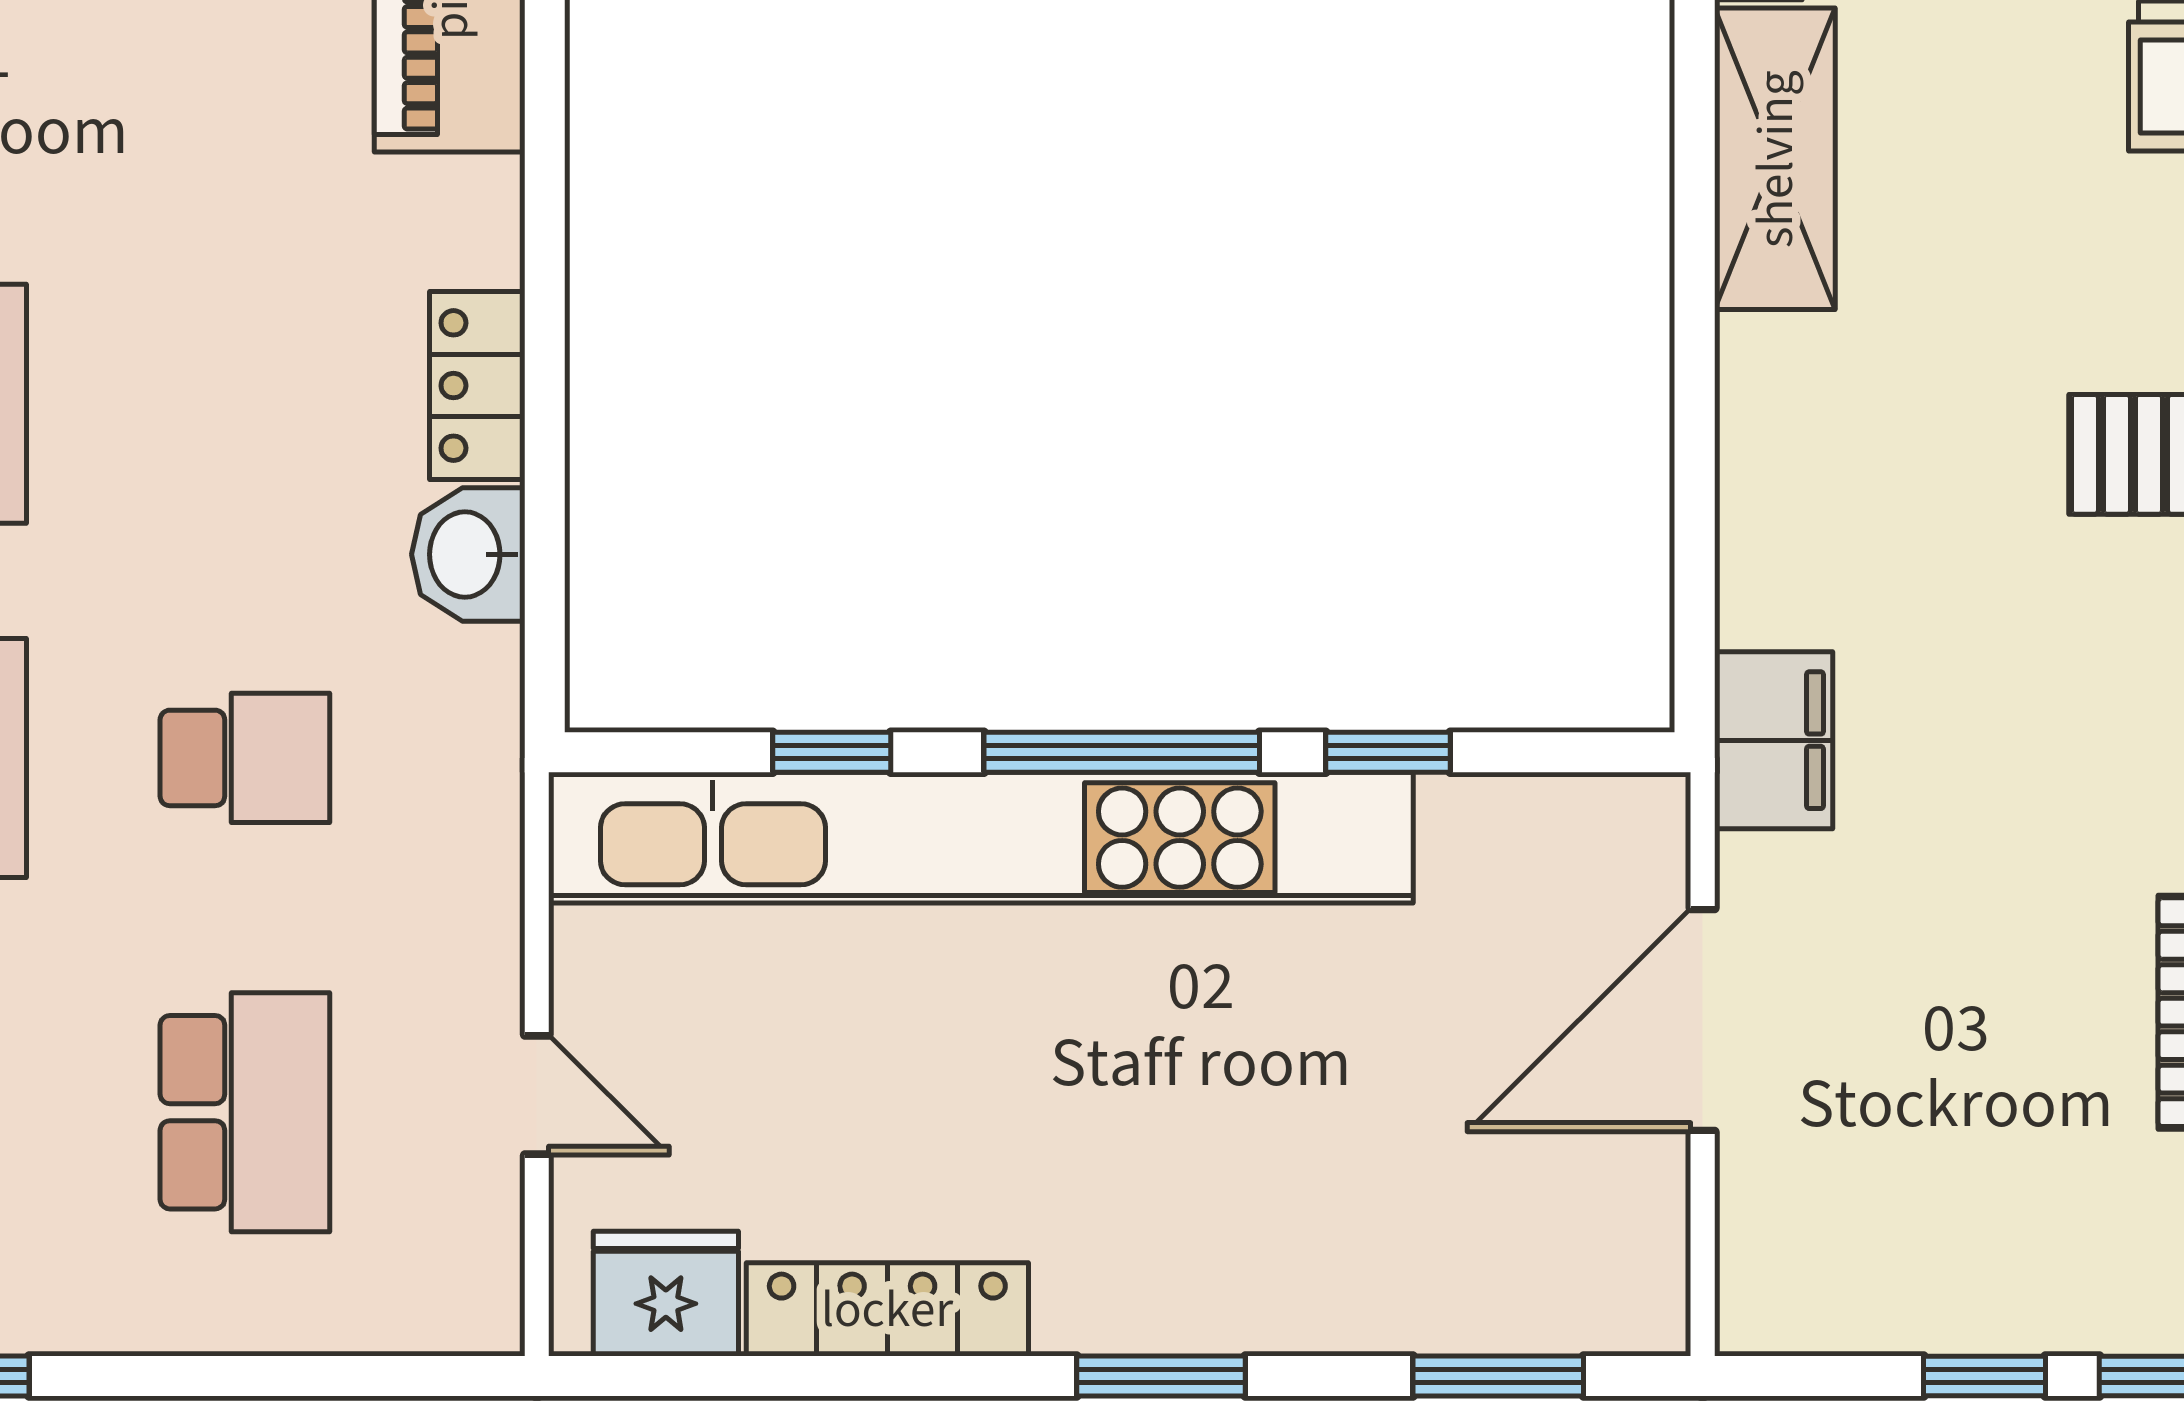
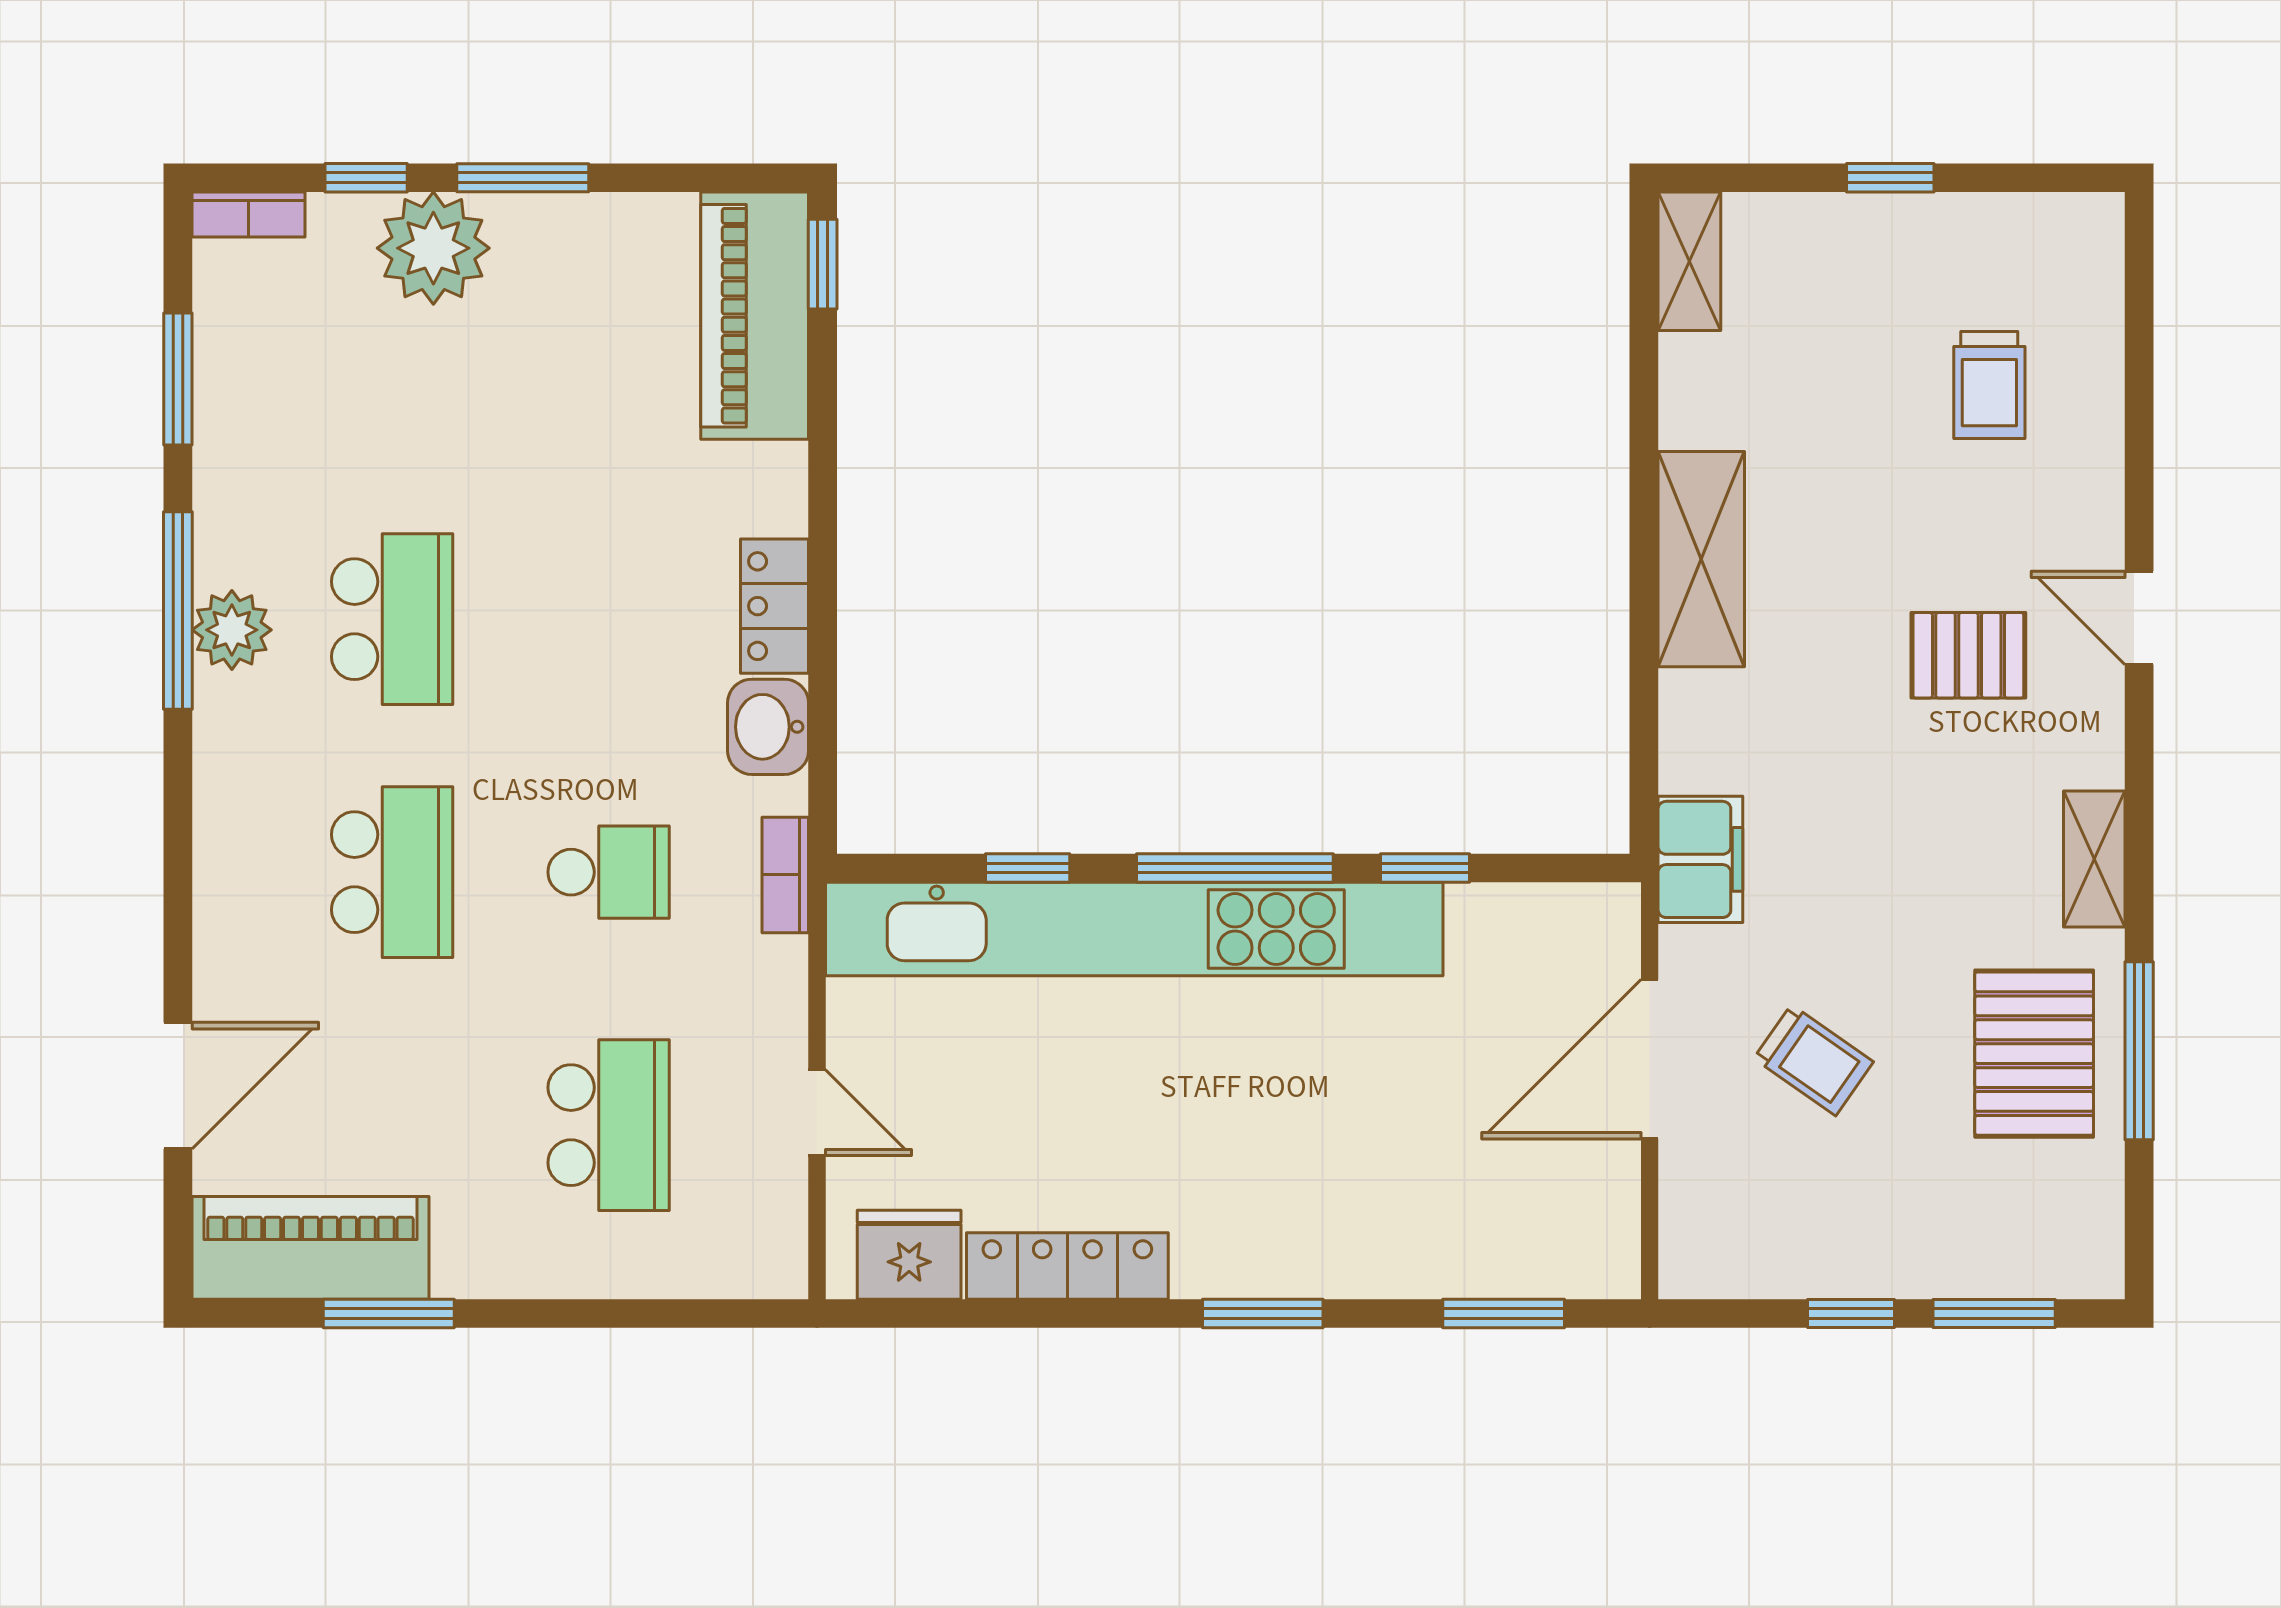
shelving: (1775, 159) -> (1701, 559), moved
bookcase: (492, 762) -> (785, 875), added
trolley: (1932, 1021) -> (1813, 1060), added

